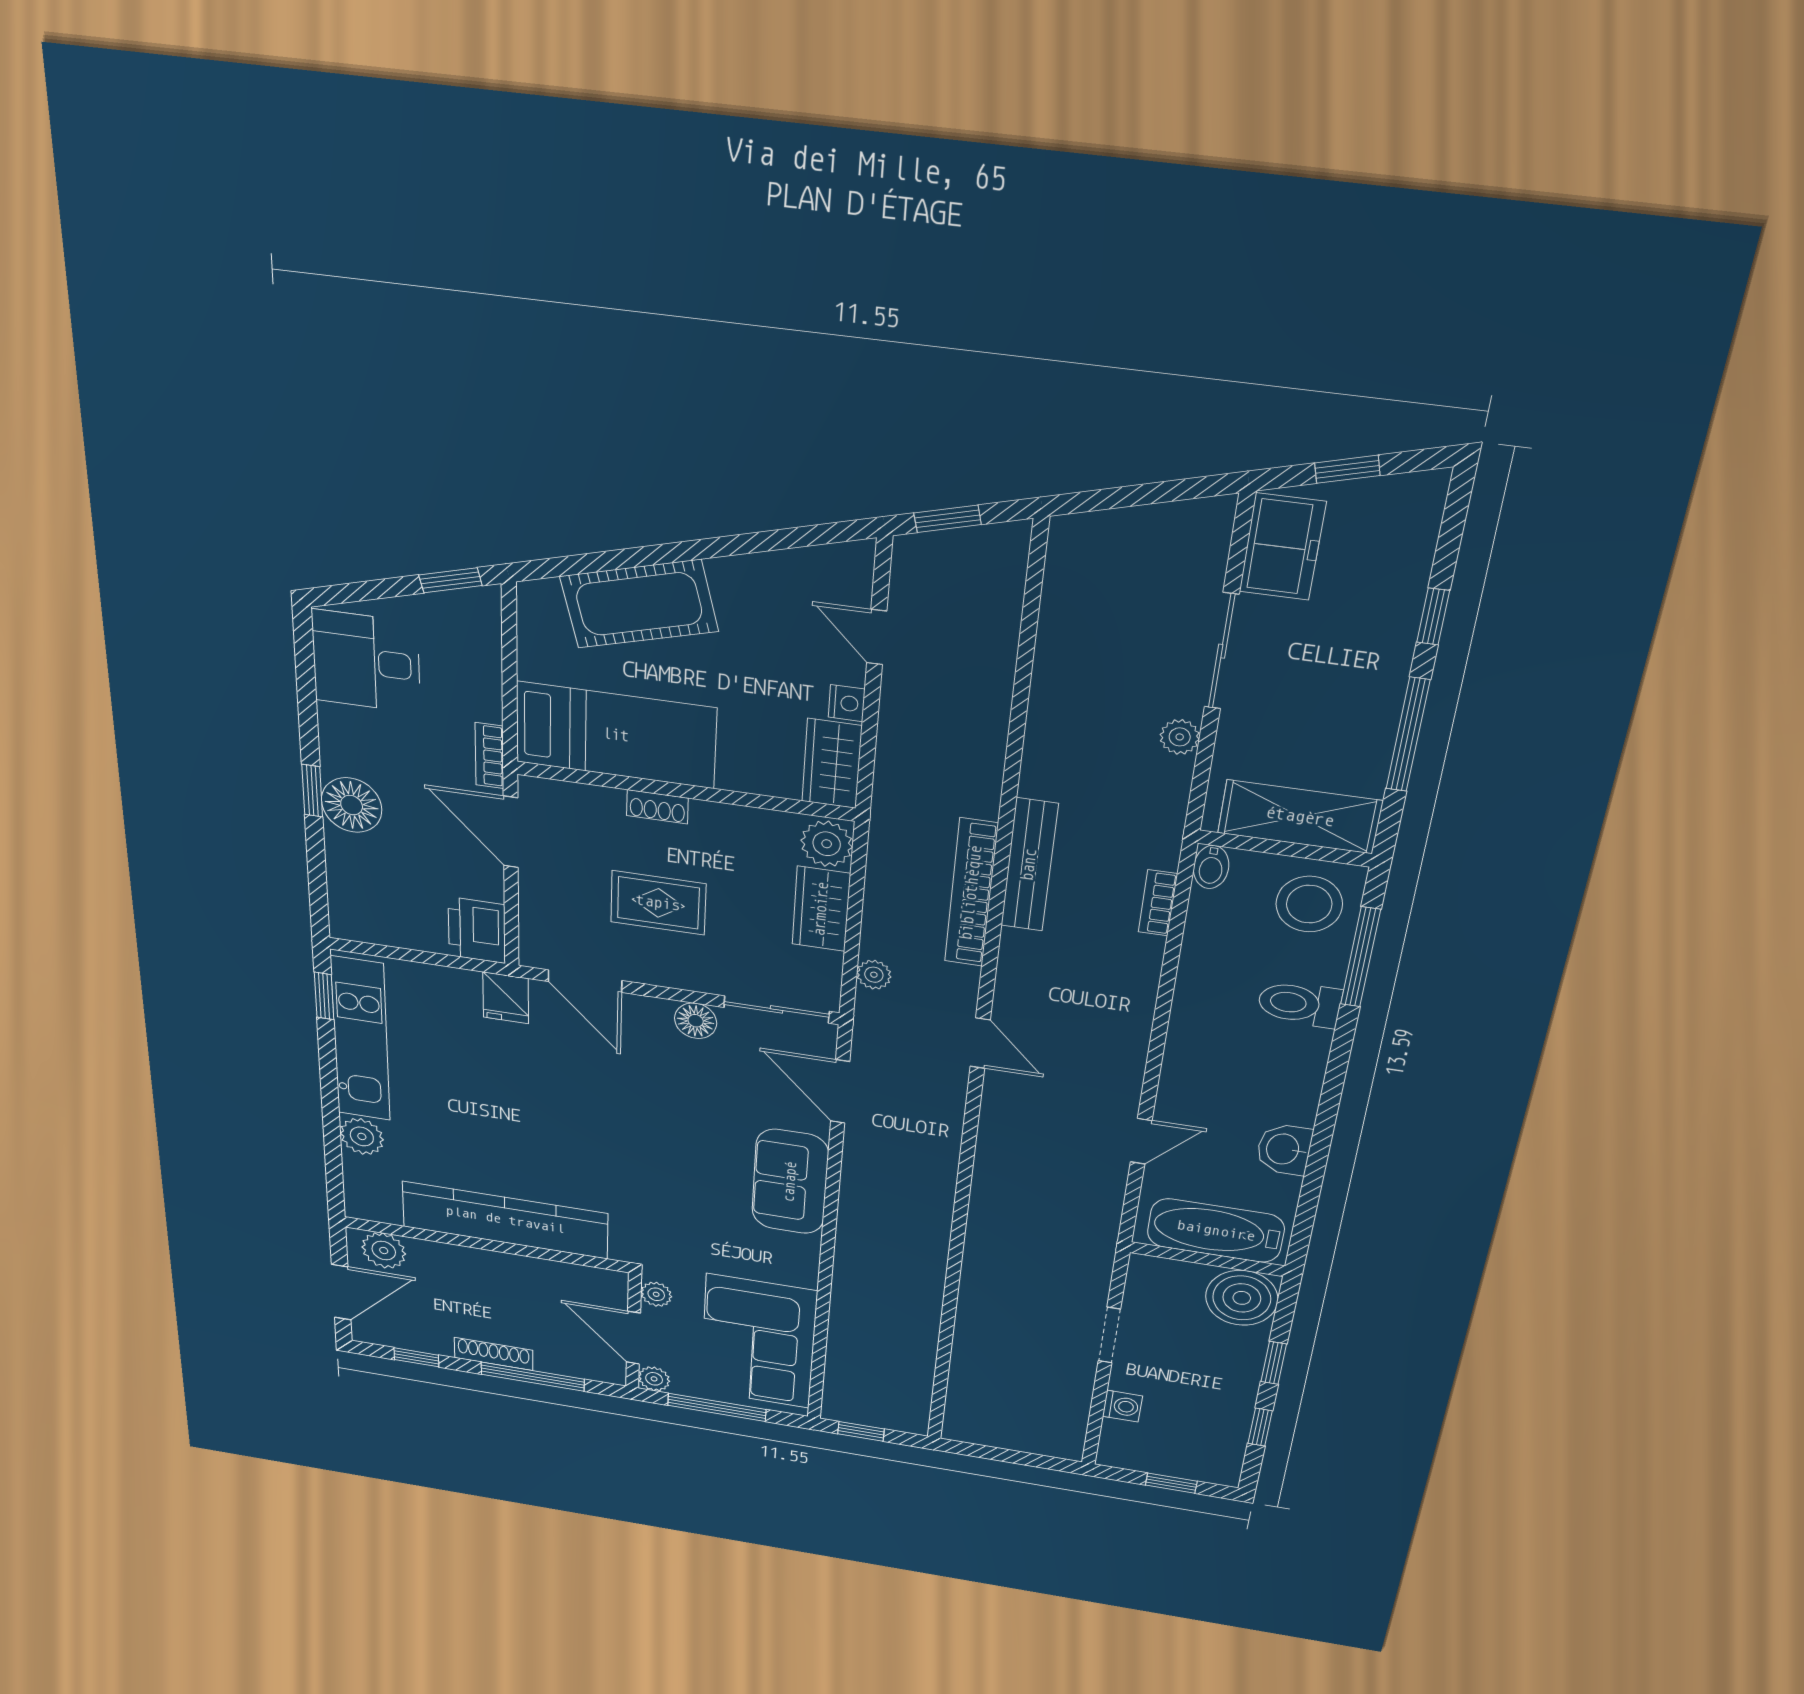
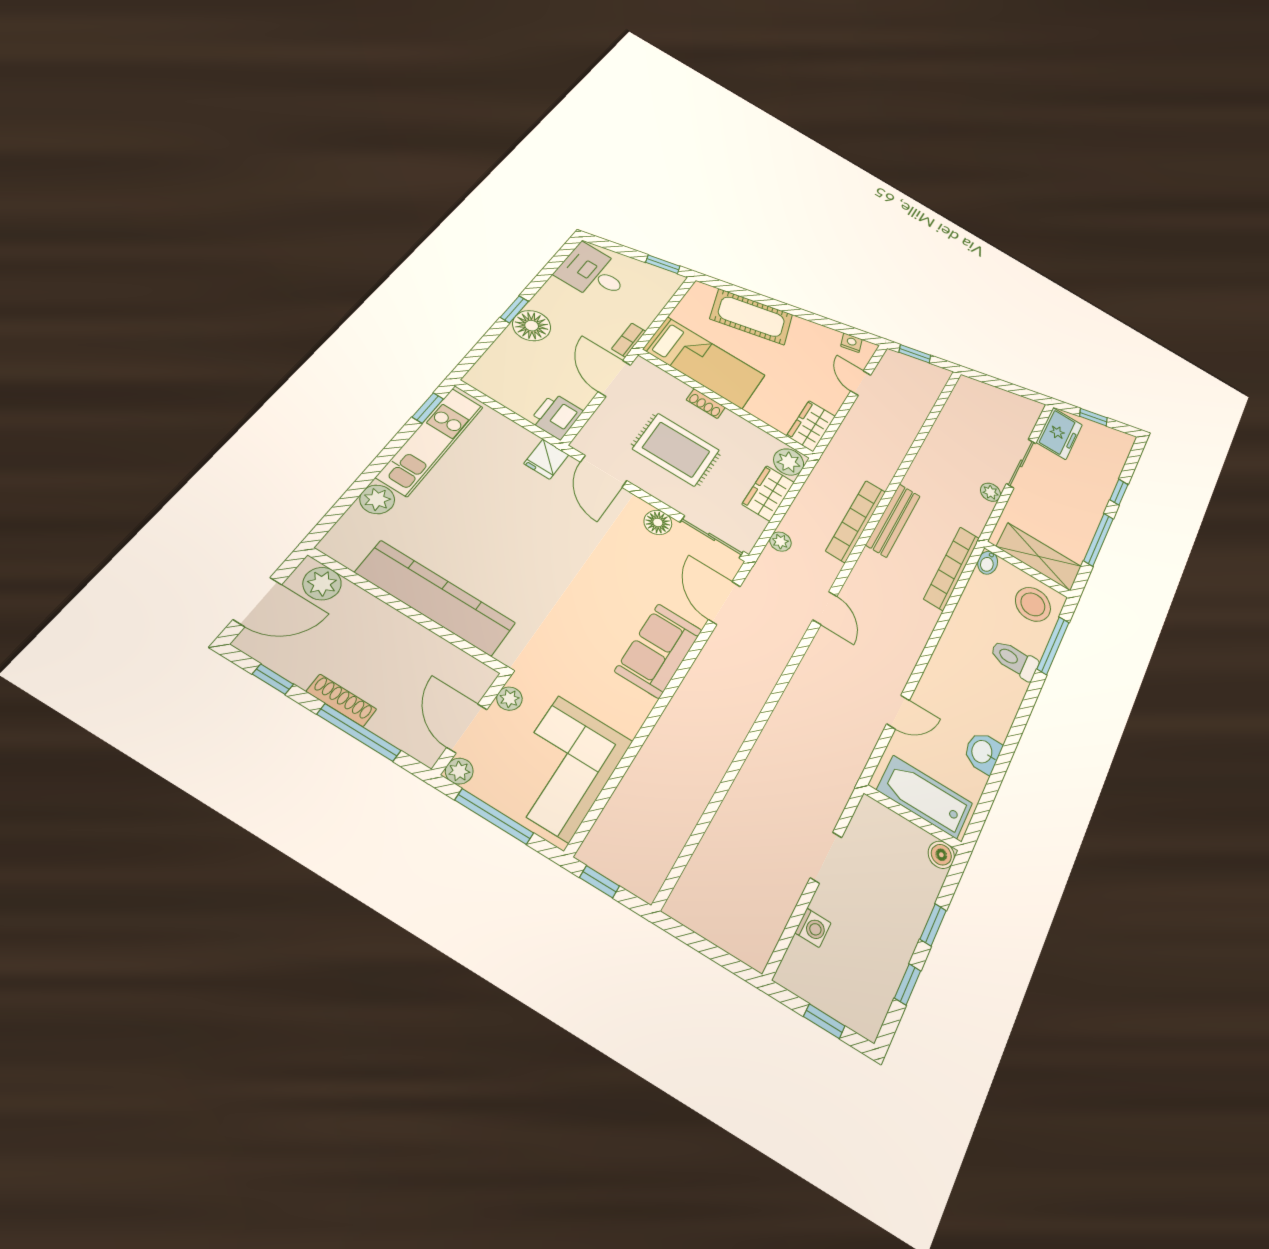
nightstand: (847, 703) -> (851, 343), moved, turned -105
rug: (658, 903) -> (676, 450), width x1.36, depth x1.43
bookcase: (1158, 903) -> (952, 568), width x2.31, depth x1.31
boiler: (1242, 1298) -> (941, 855), width x0.54, depth x0.54

